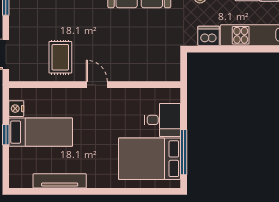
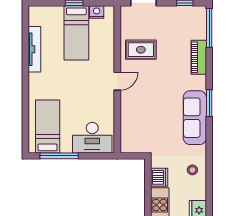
desk: (162, 120) -> (92, 138), width x1.37
bed: (149, 159) -> (48, 126), width x0.67

